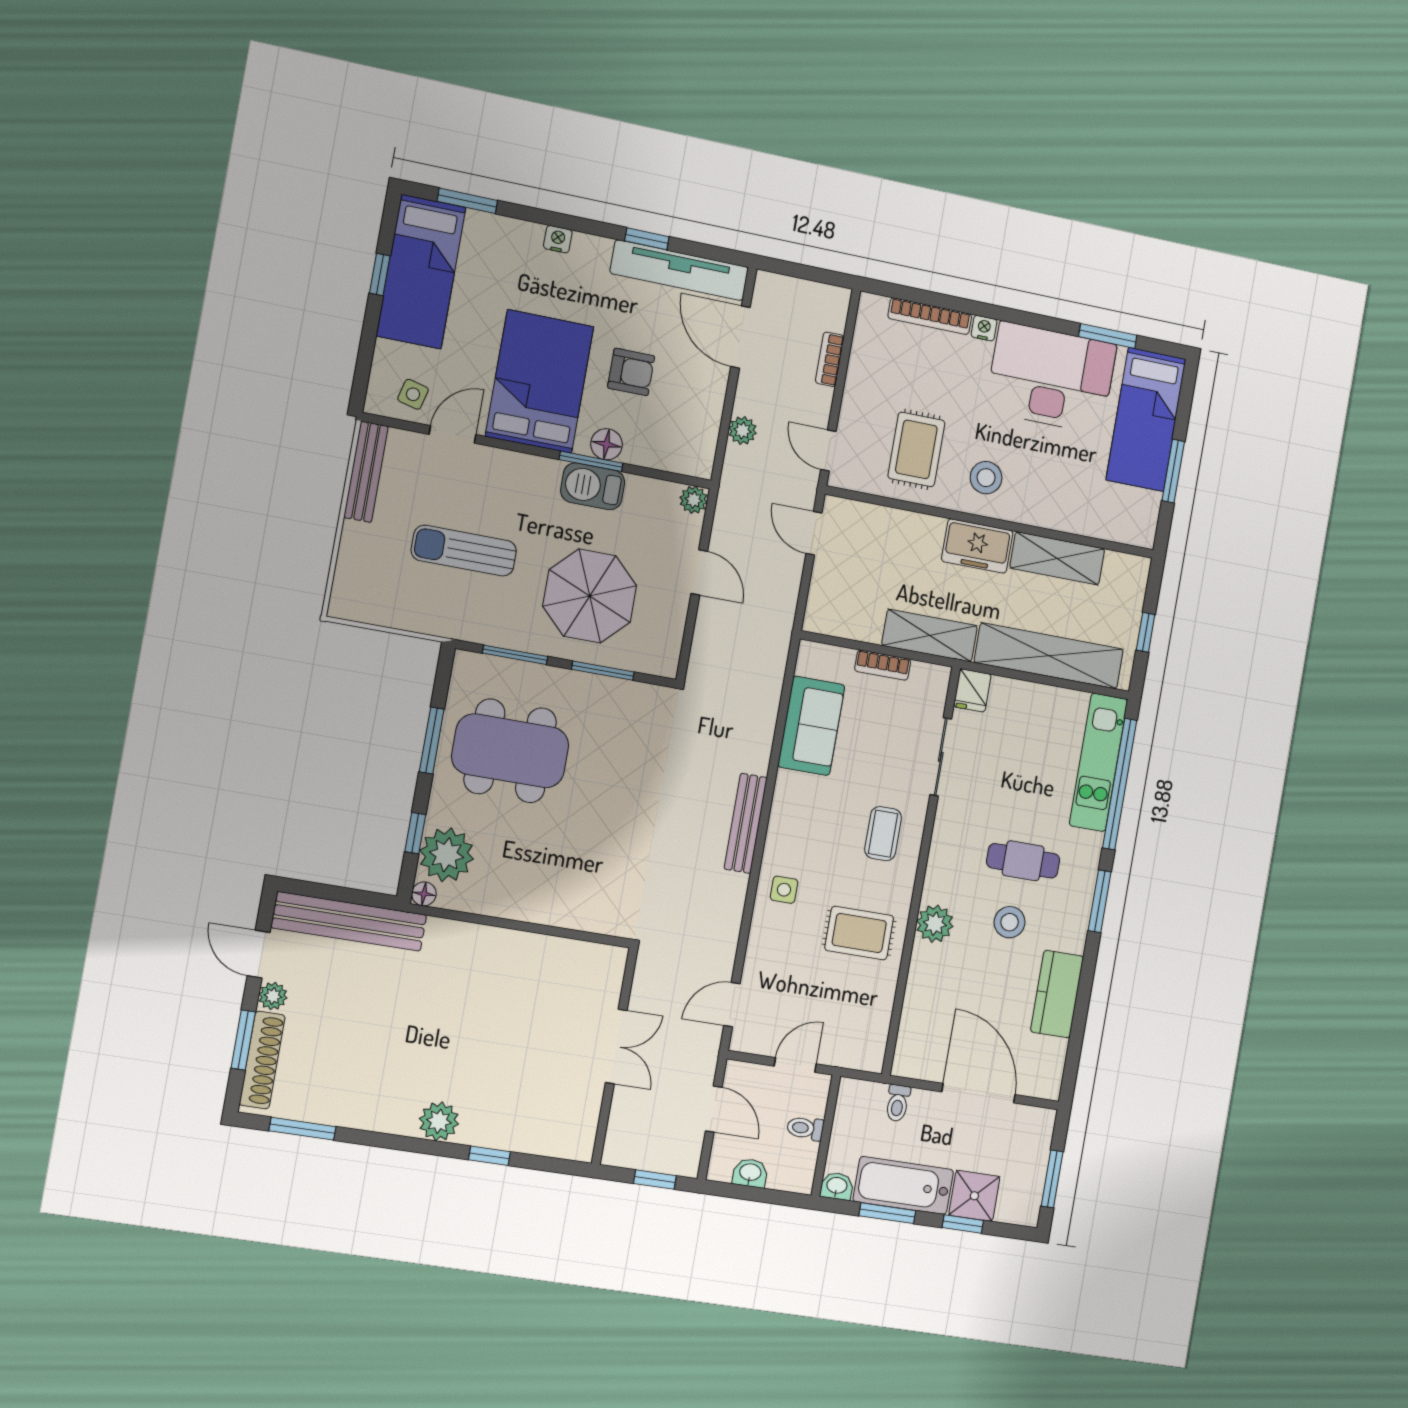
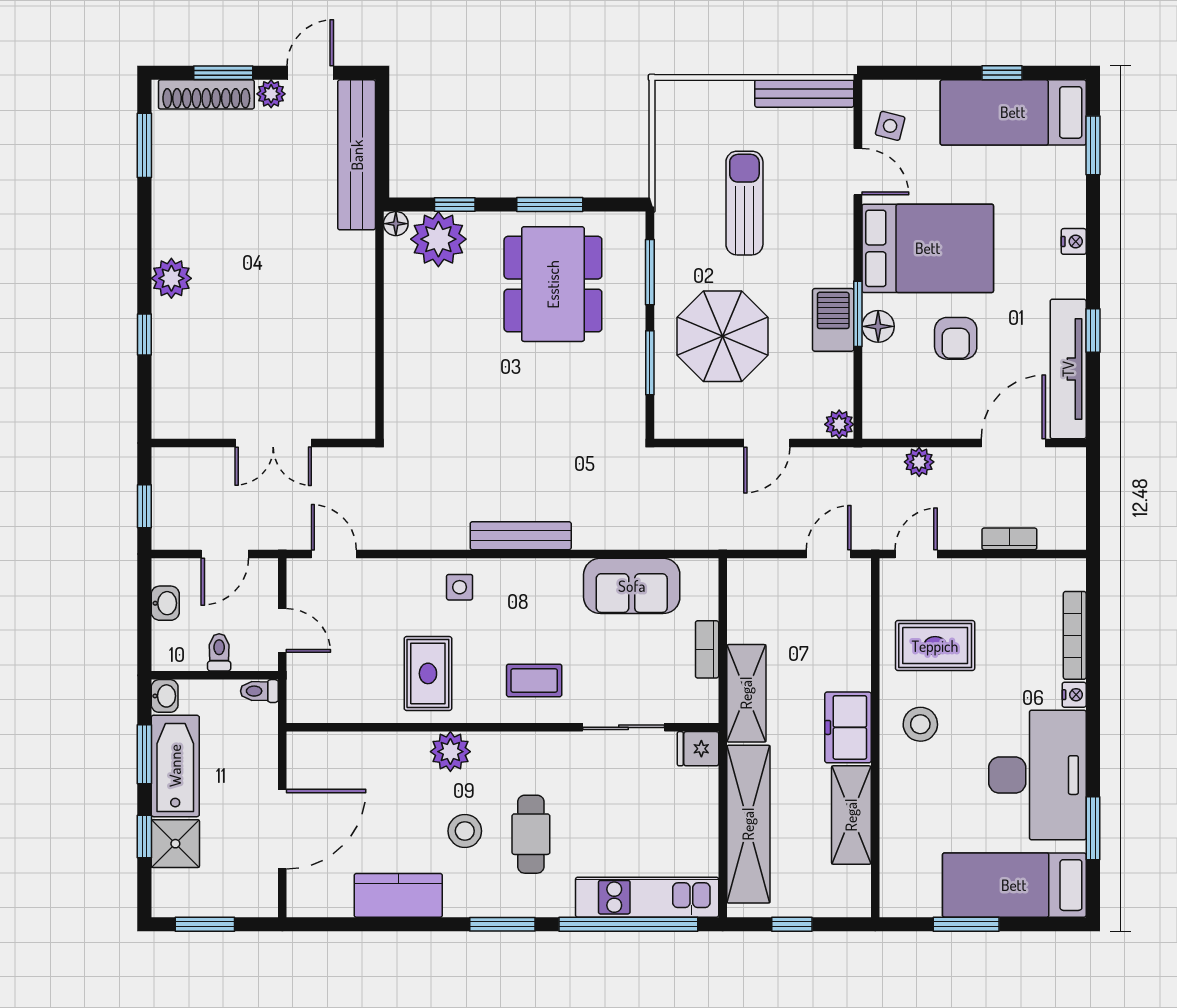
toilet: (898, 1103) -> (259, 691), moved

